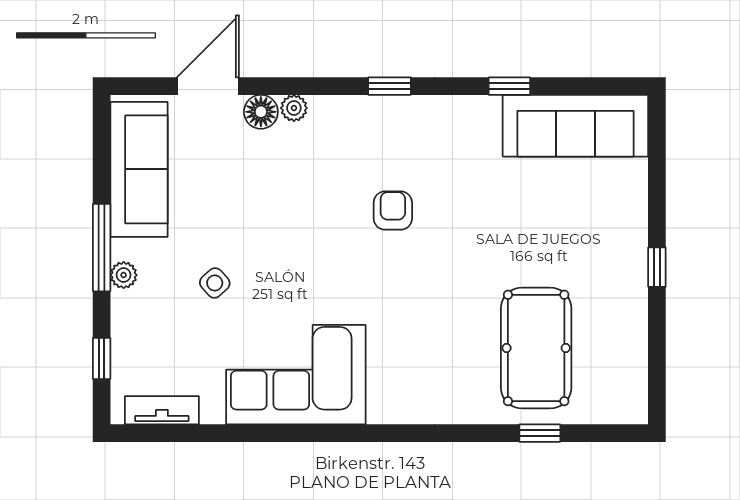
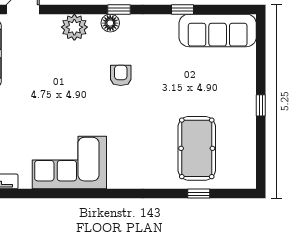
plant: (294, 108) -> (74, 27), width x1.87, depth x1.87
floor lamp: (261, 112) -> (110, 23), moved
side table: (215, 283) -> (26, 114), removed

